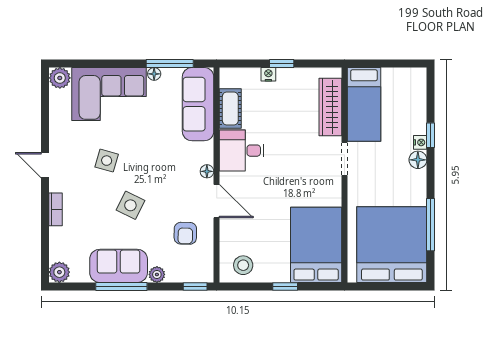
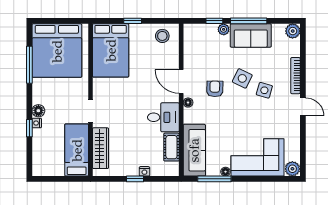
side table: (107, 161) -> (264, 90), moved
bookcase: (56, 209) -> (295, 76), width x1.56
armchair: (185, 233) -> (215, 89), moved
window: (195, 286) -> (214, 21), moved

